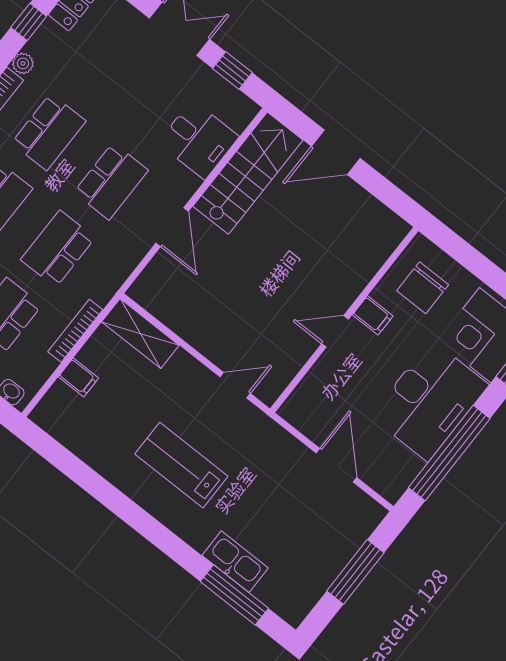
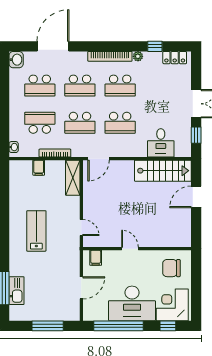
door: (336, 152) -> (196, 197), hinge flipped
door: (172, 227) -> (99, 159), moved
school desk: (58, 249) -> (80, 123), turned 180
filing cabinet: (373, 315) -> (96, 258), moved
kitchen sink: (235, 562) -> (16, 291), moved

